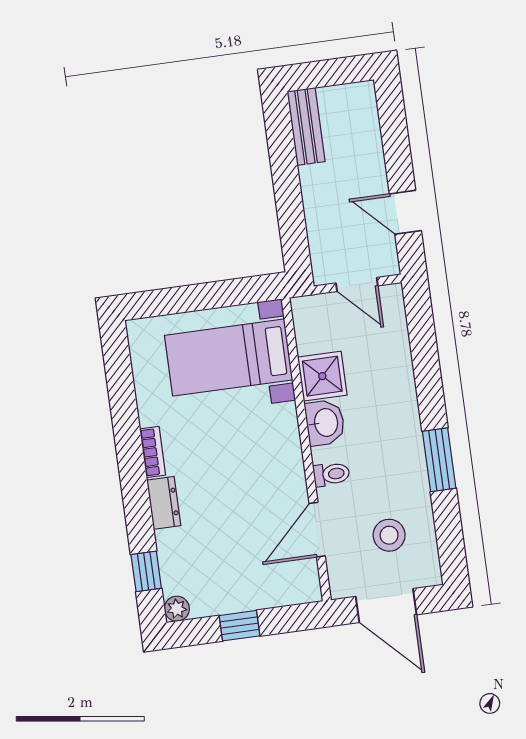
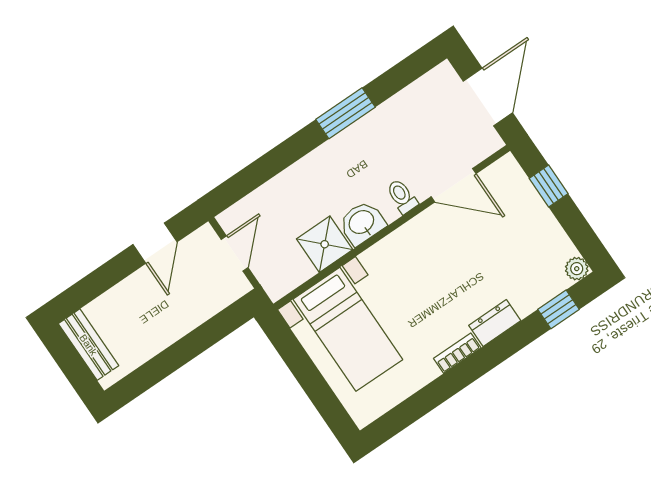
bench: (306, 127) -> (88, 345), moved, turned 90
stool: (389, 535) -> (429, 124), removed
window: (240, 626) -> (549, 186), moved

